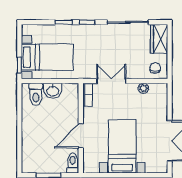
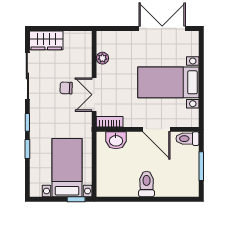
chair: (155, 68) -> (66, 88), moved
washbasin: (53, 91) -> (116, 140), moved, turned 90
toilet: (36, 94) -> (147, 184), moved, turned -90

